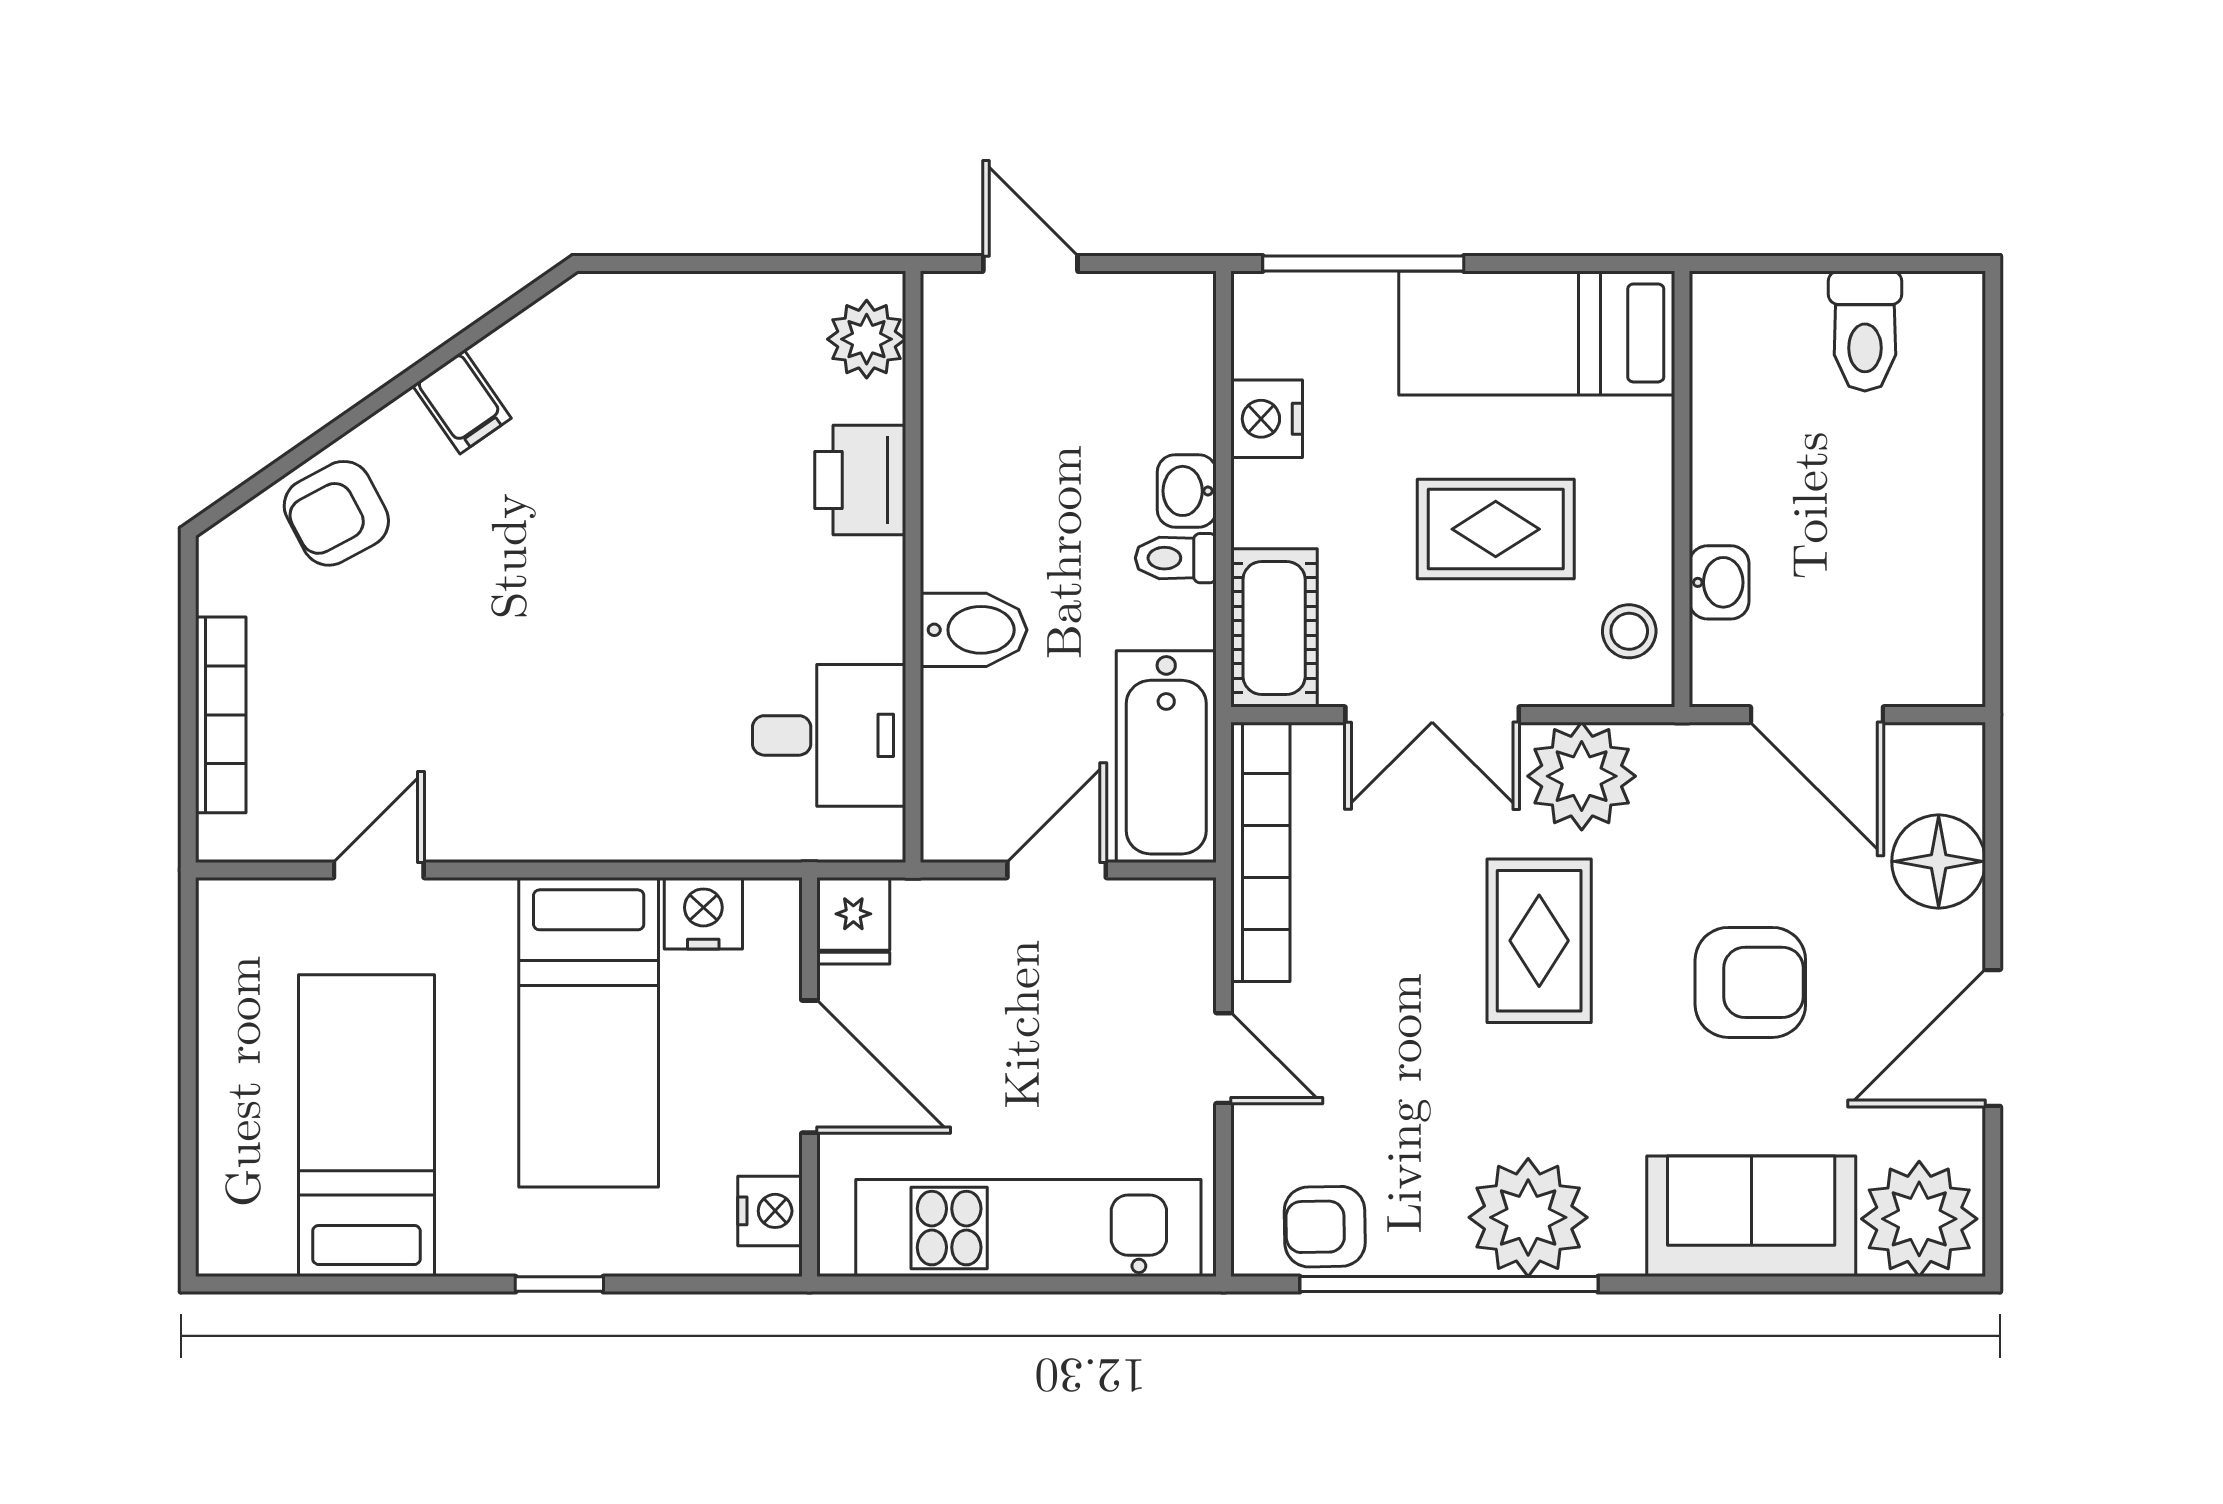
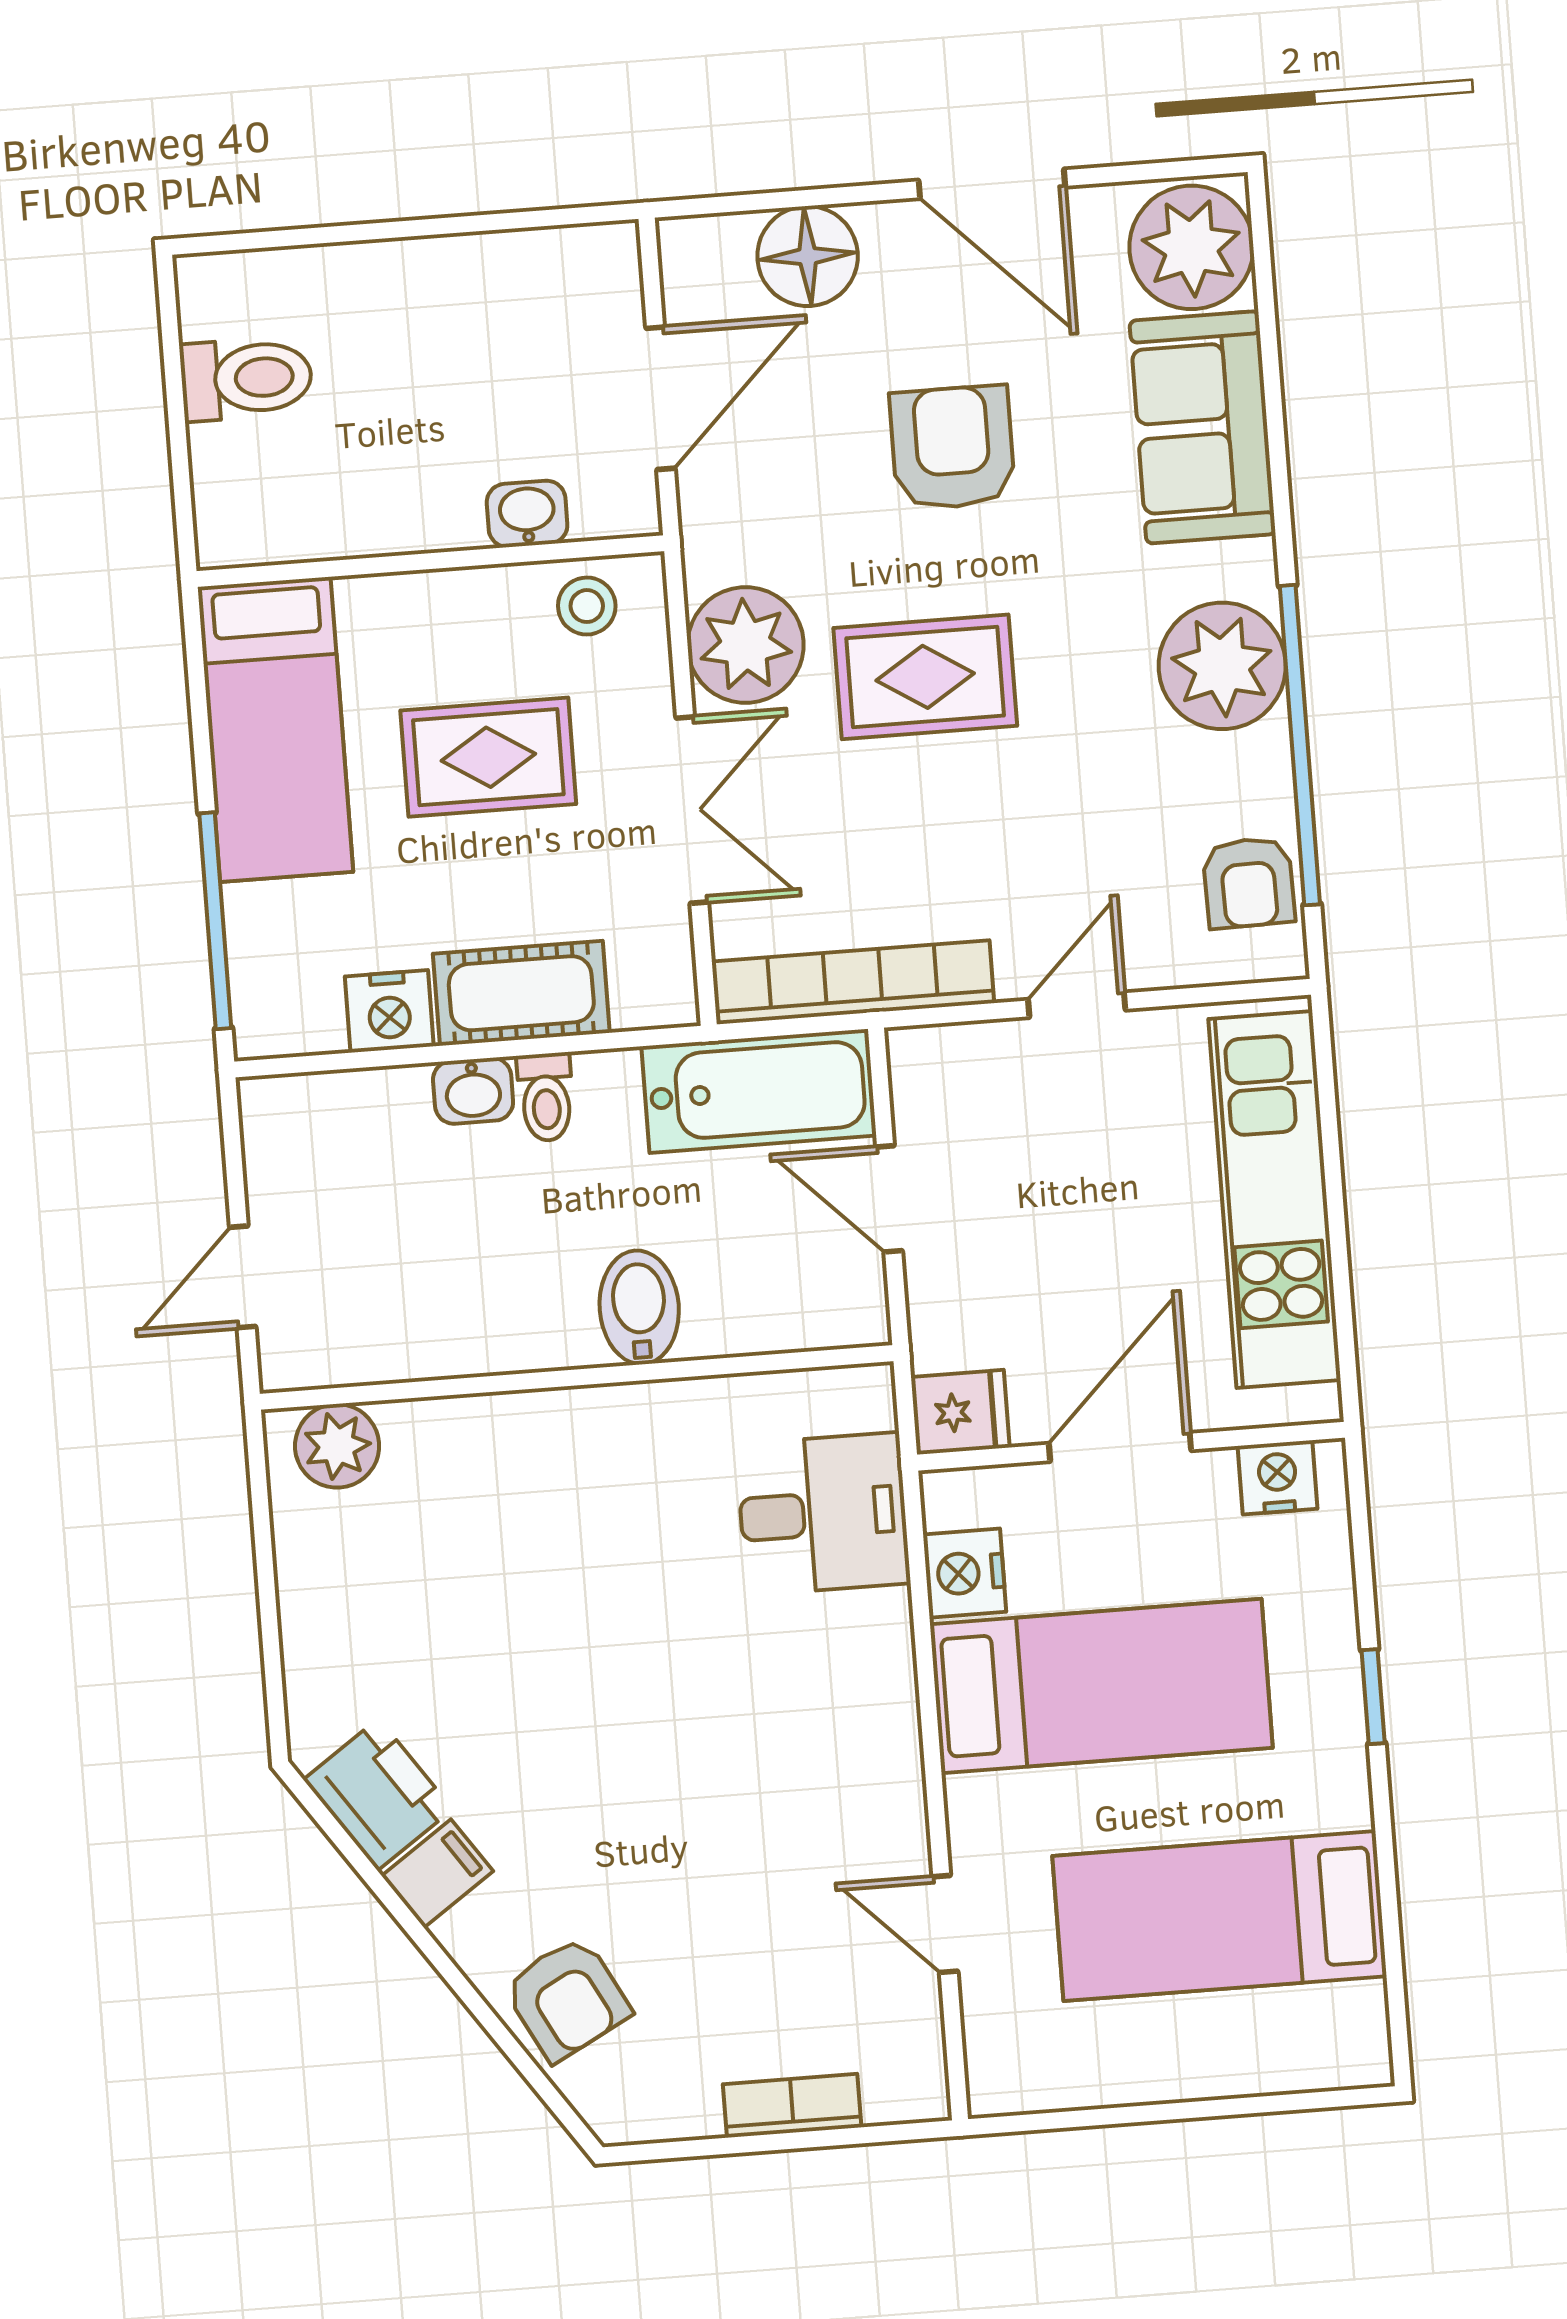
printer: (860, 480) -> (378, 1794), moved, turned -125
rug: (1496, 529) -> (488, 757), turned 90
cot: (1274, 628) -> (521, 993), moved
bookcase: (221, 715) -> (792, 2106), width x0.64
desk: (829, 735) -> (823, 1514), moved, turned 90

